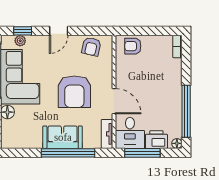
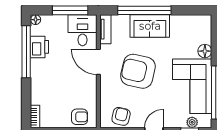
armchair: (74, 92) -> (138, 71), turned -77
printer: (156, 140) -> (39, 47), moved, turned -90

